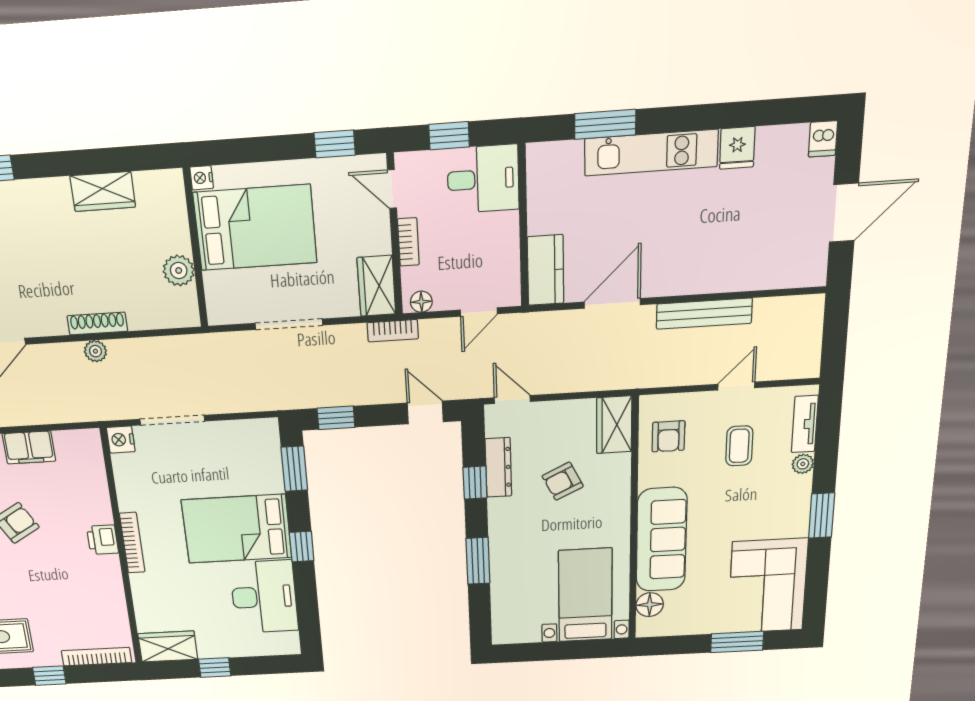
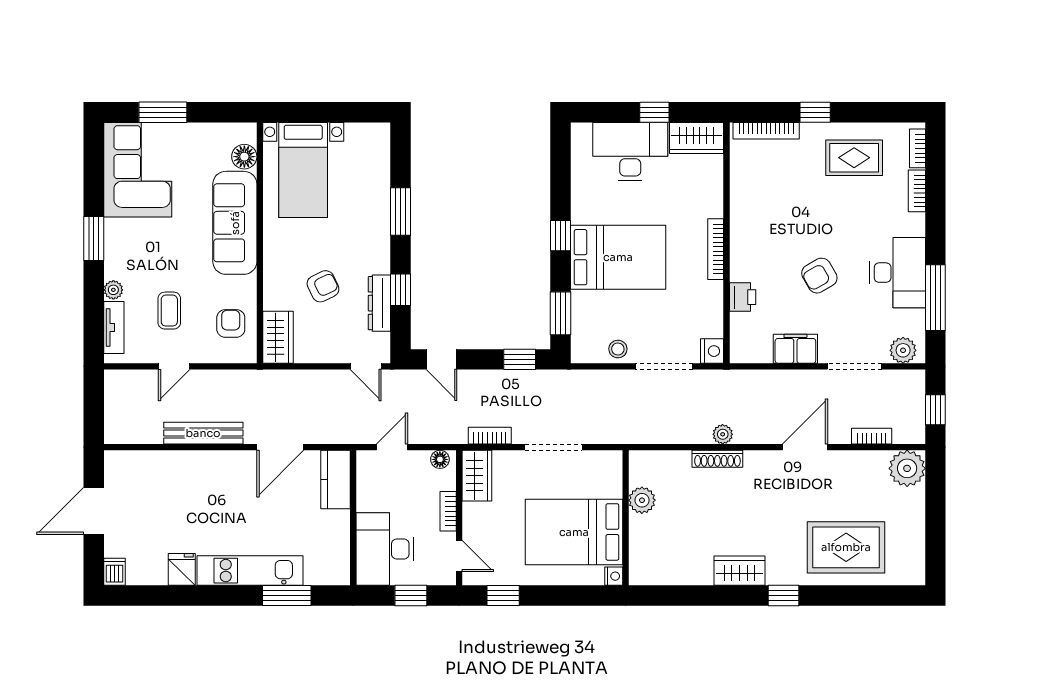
desk: (483, 179) -> (385, 549), width x1.37
wardrobe: (103, 191) -> (740, 571), moved
bookcase: (393, 331) -> (490, 436), moved
stool: (226, 435) -> (618, 349), added
printer: (103, 540) -> (743, 297), moved
desk: (264, 597) -> (630, 152), moved, turned 90

